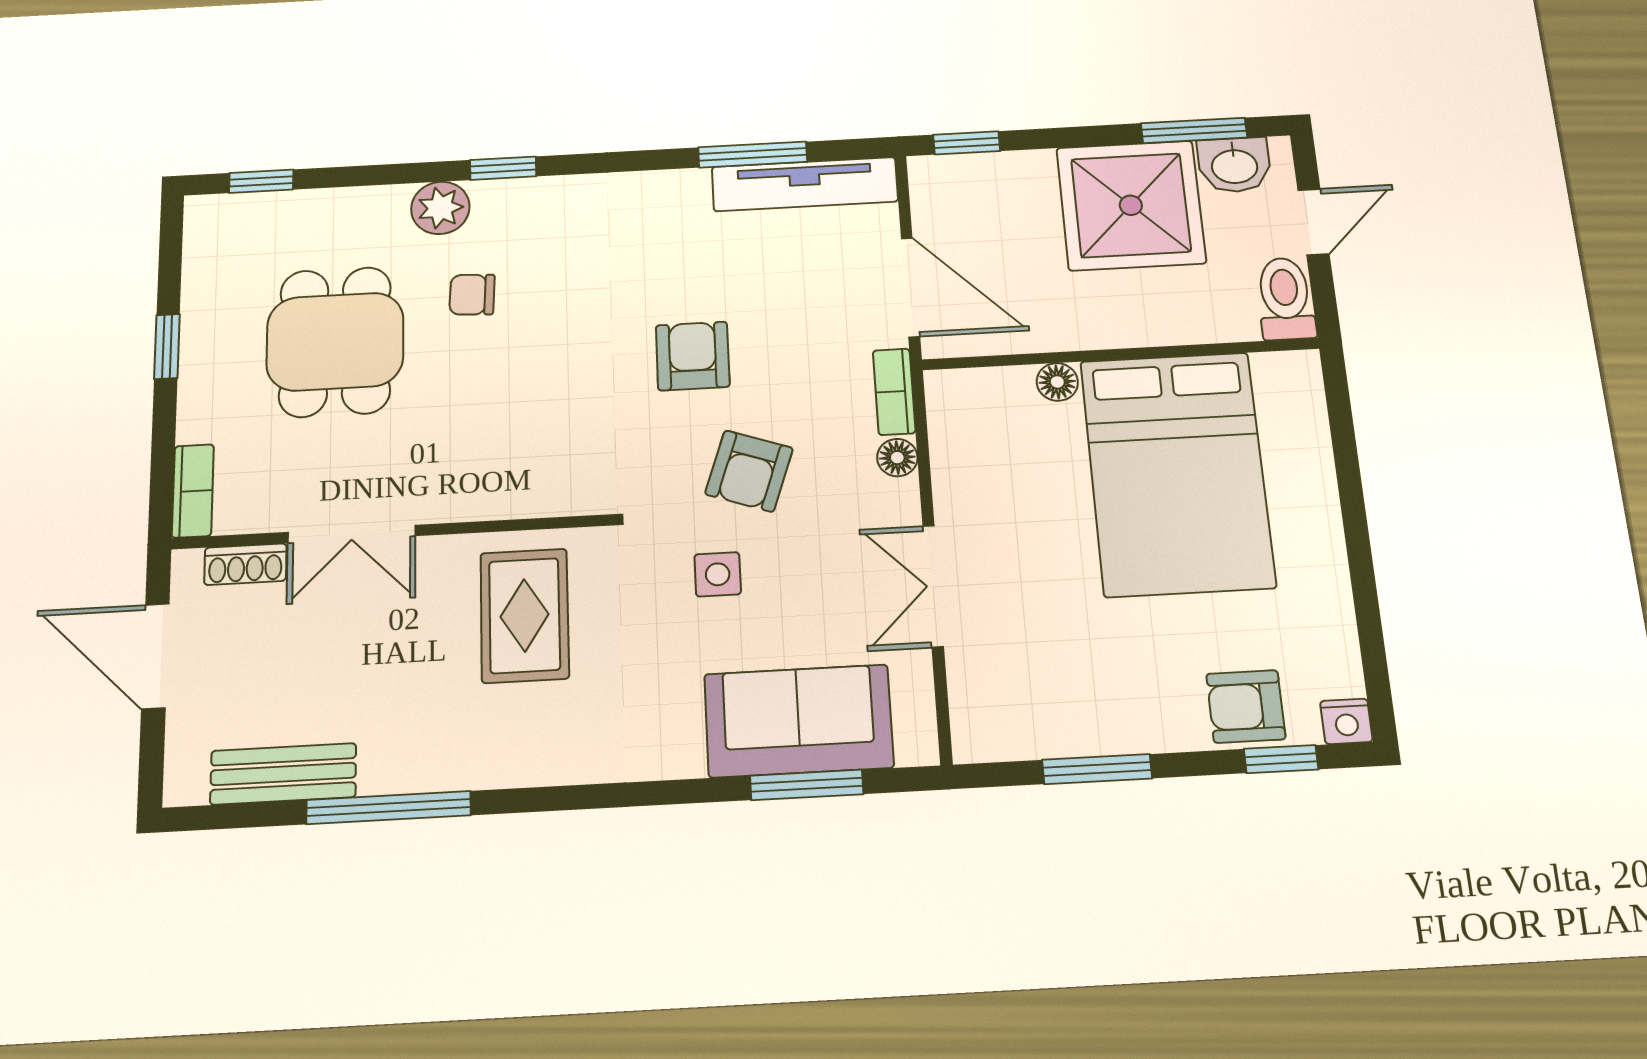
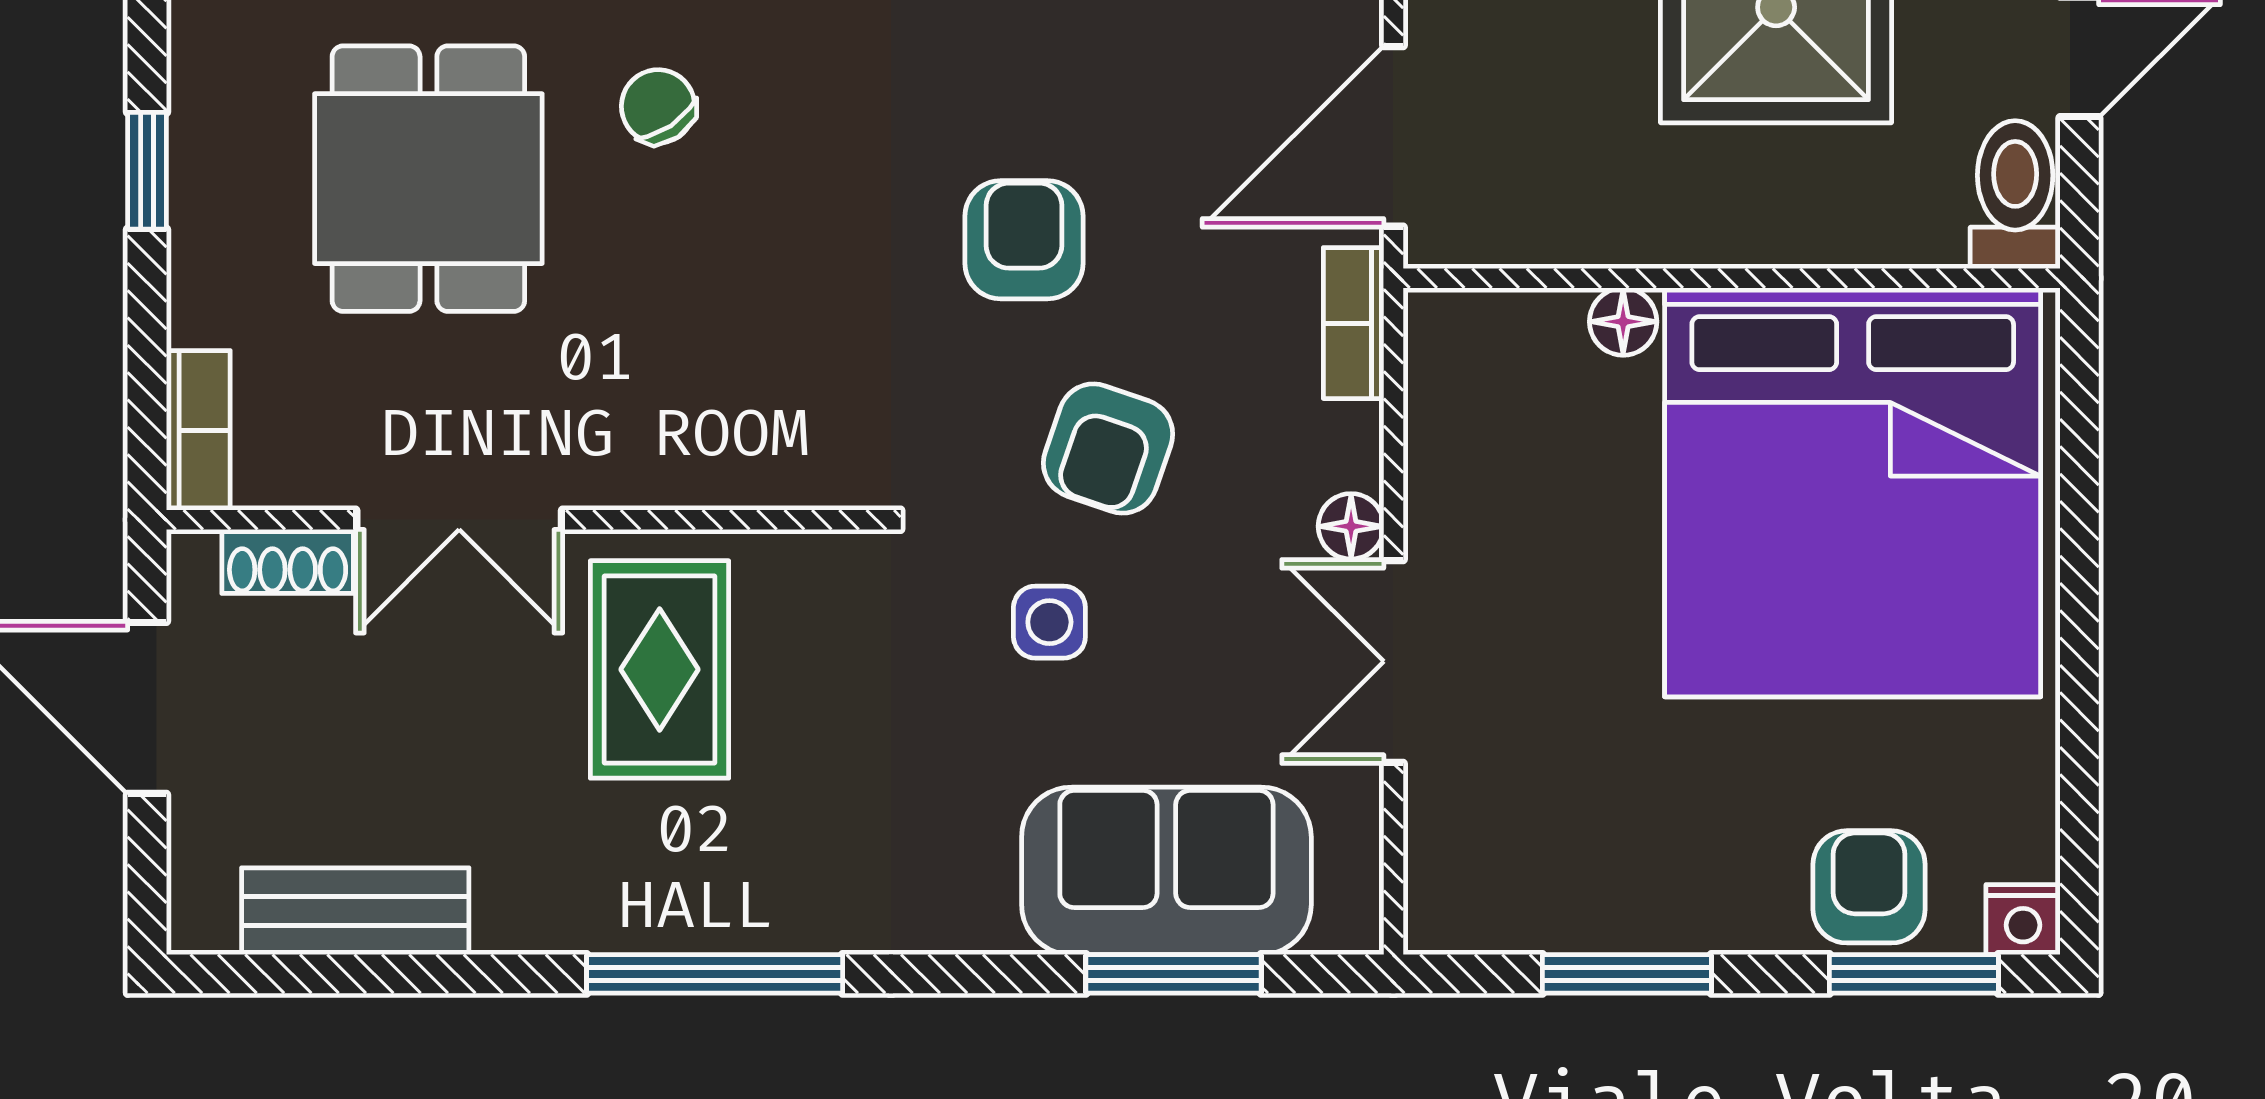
door: (910, 287) -> (1393, 136), swing flipped
chair: (472, 295) -> (658, 106), turned 53
floor lamp: (897, 458) -> (1351, 526), moved
bed: (1177, 473) -> (1853, 492), width x1.36
rug: (525, 615) -> (660, 669), moved
armchair: (1246, 706) -> (1869, 887), turned 90
window: (1281, 759) -> (1914, 974), width x1.50
window: (388, 808) -> (715, 974), moved

